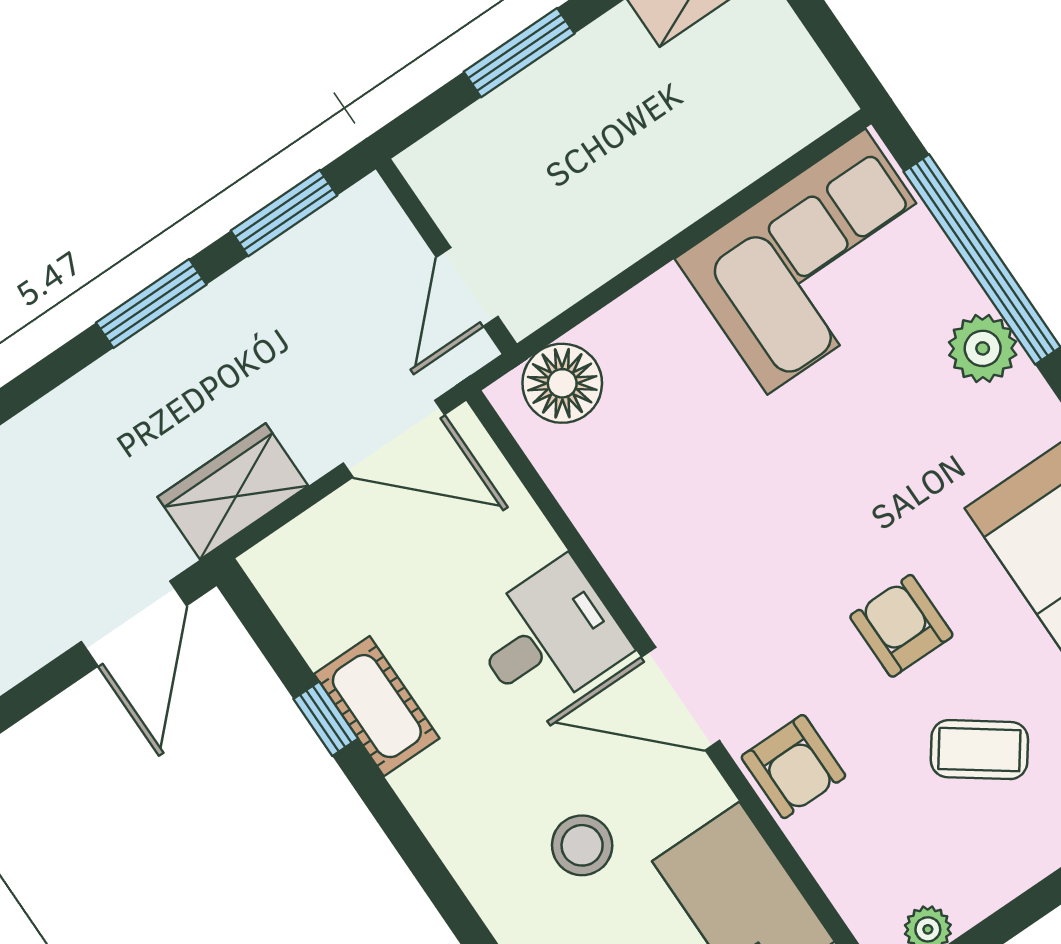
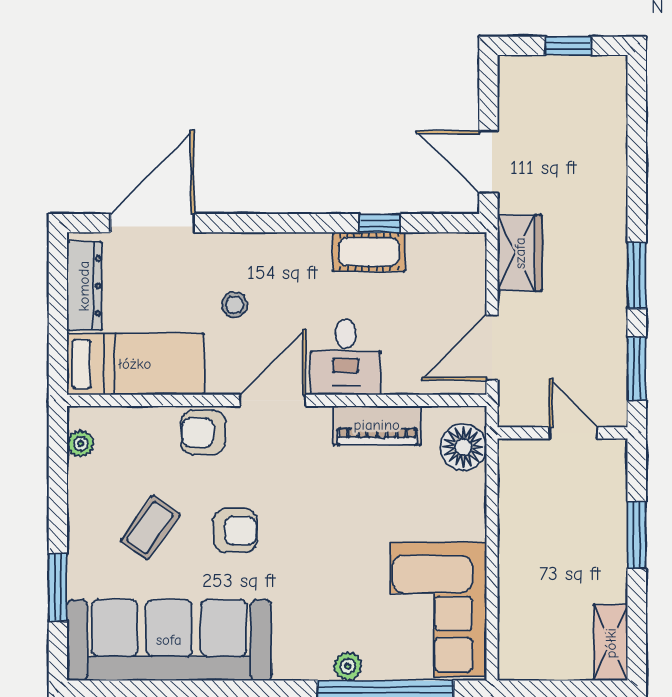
door: (467, 287) -> (573, 433), moved
plant: (983, 348) -> (348, 666), width x0.73, depth x0.73
piano: (615, 527) -> (377, 425), added
stool: (582, 845) -> (235, 305), width x0.73, depth x0.73

